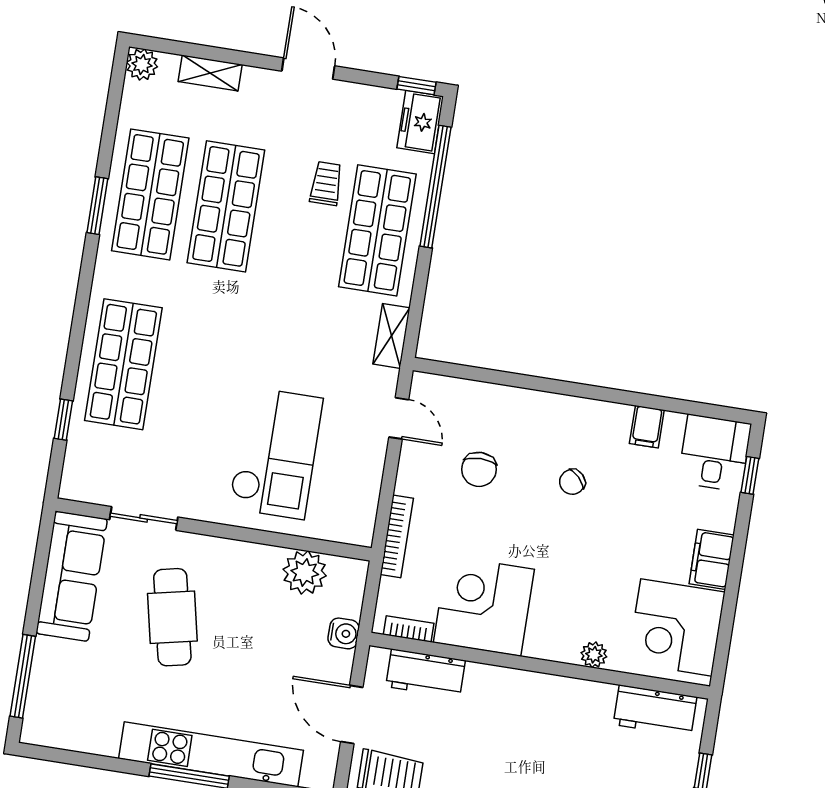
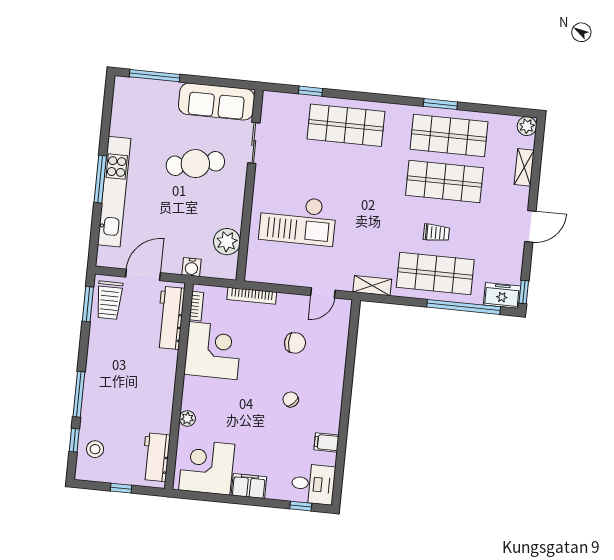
trolley: (326, 184) -> (436, 233), moved
chair: (479, 469) -> (295, 343), turned 180
workbench: (426, 673) -> (170, 318), width x1.38

